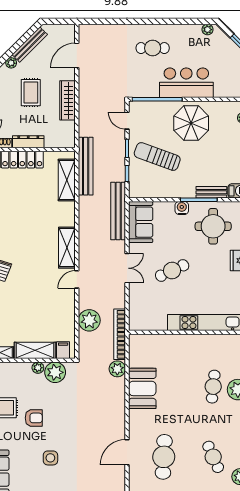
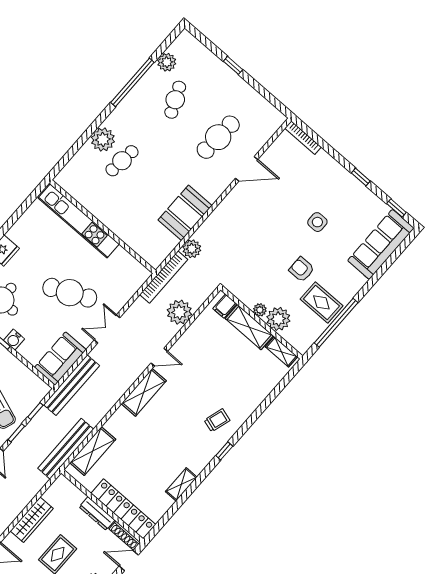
cafe table: (172, 270) -> (70, 293), width x1.37, depth x1.35
plant: (55, 372) -> (278, 319), moved

